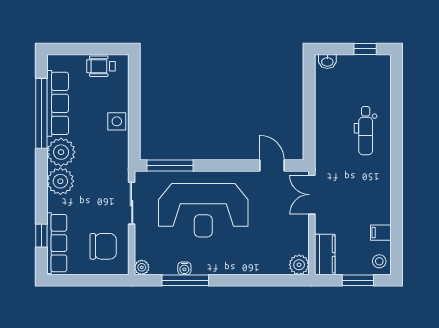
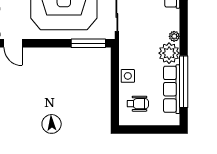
wheelchair: (101, 66) -> (138, 104), moved
plant: (60, 181) -> (174, 36), width x0.53, depth x0.53

